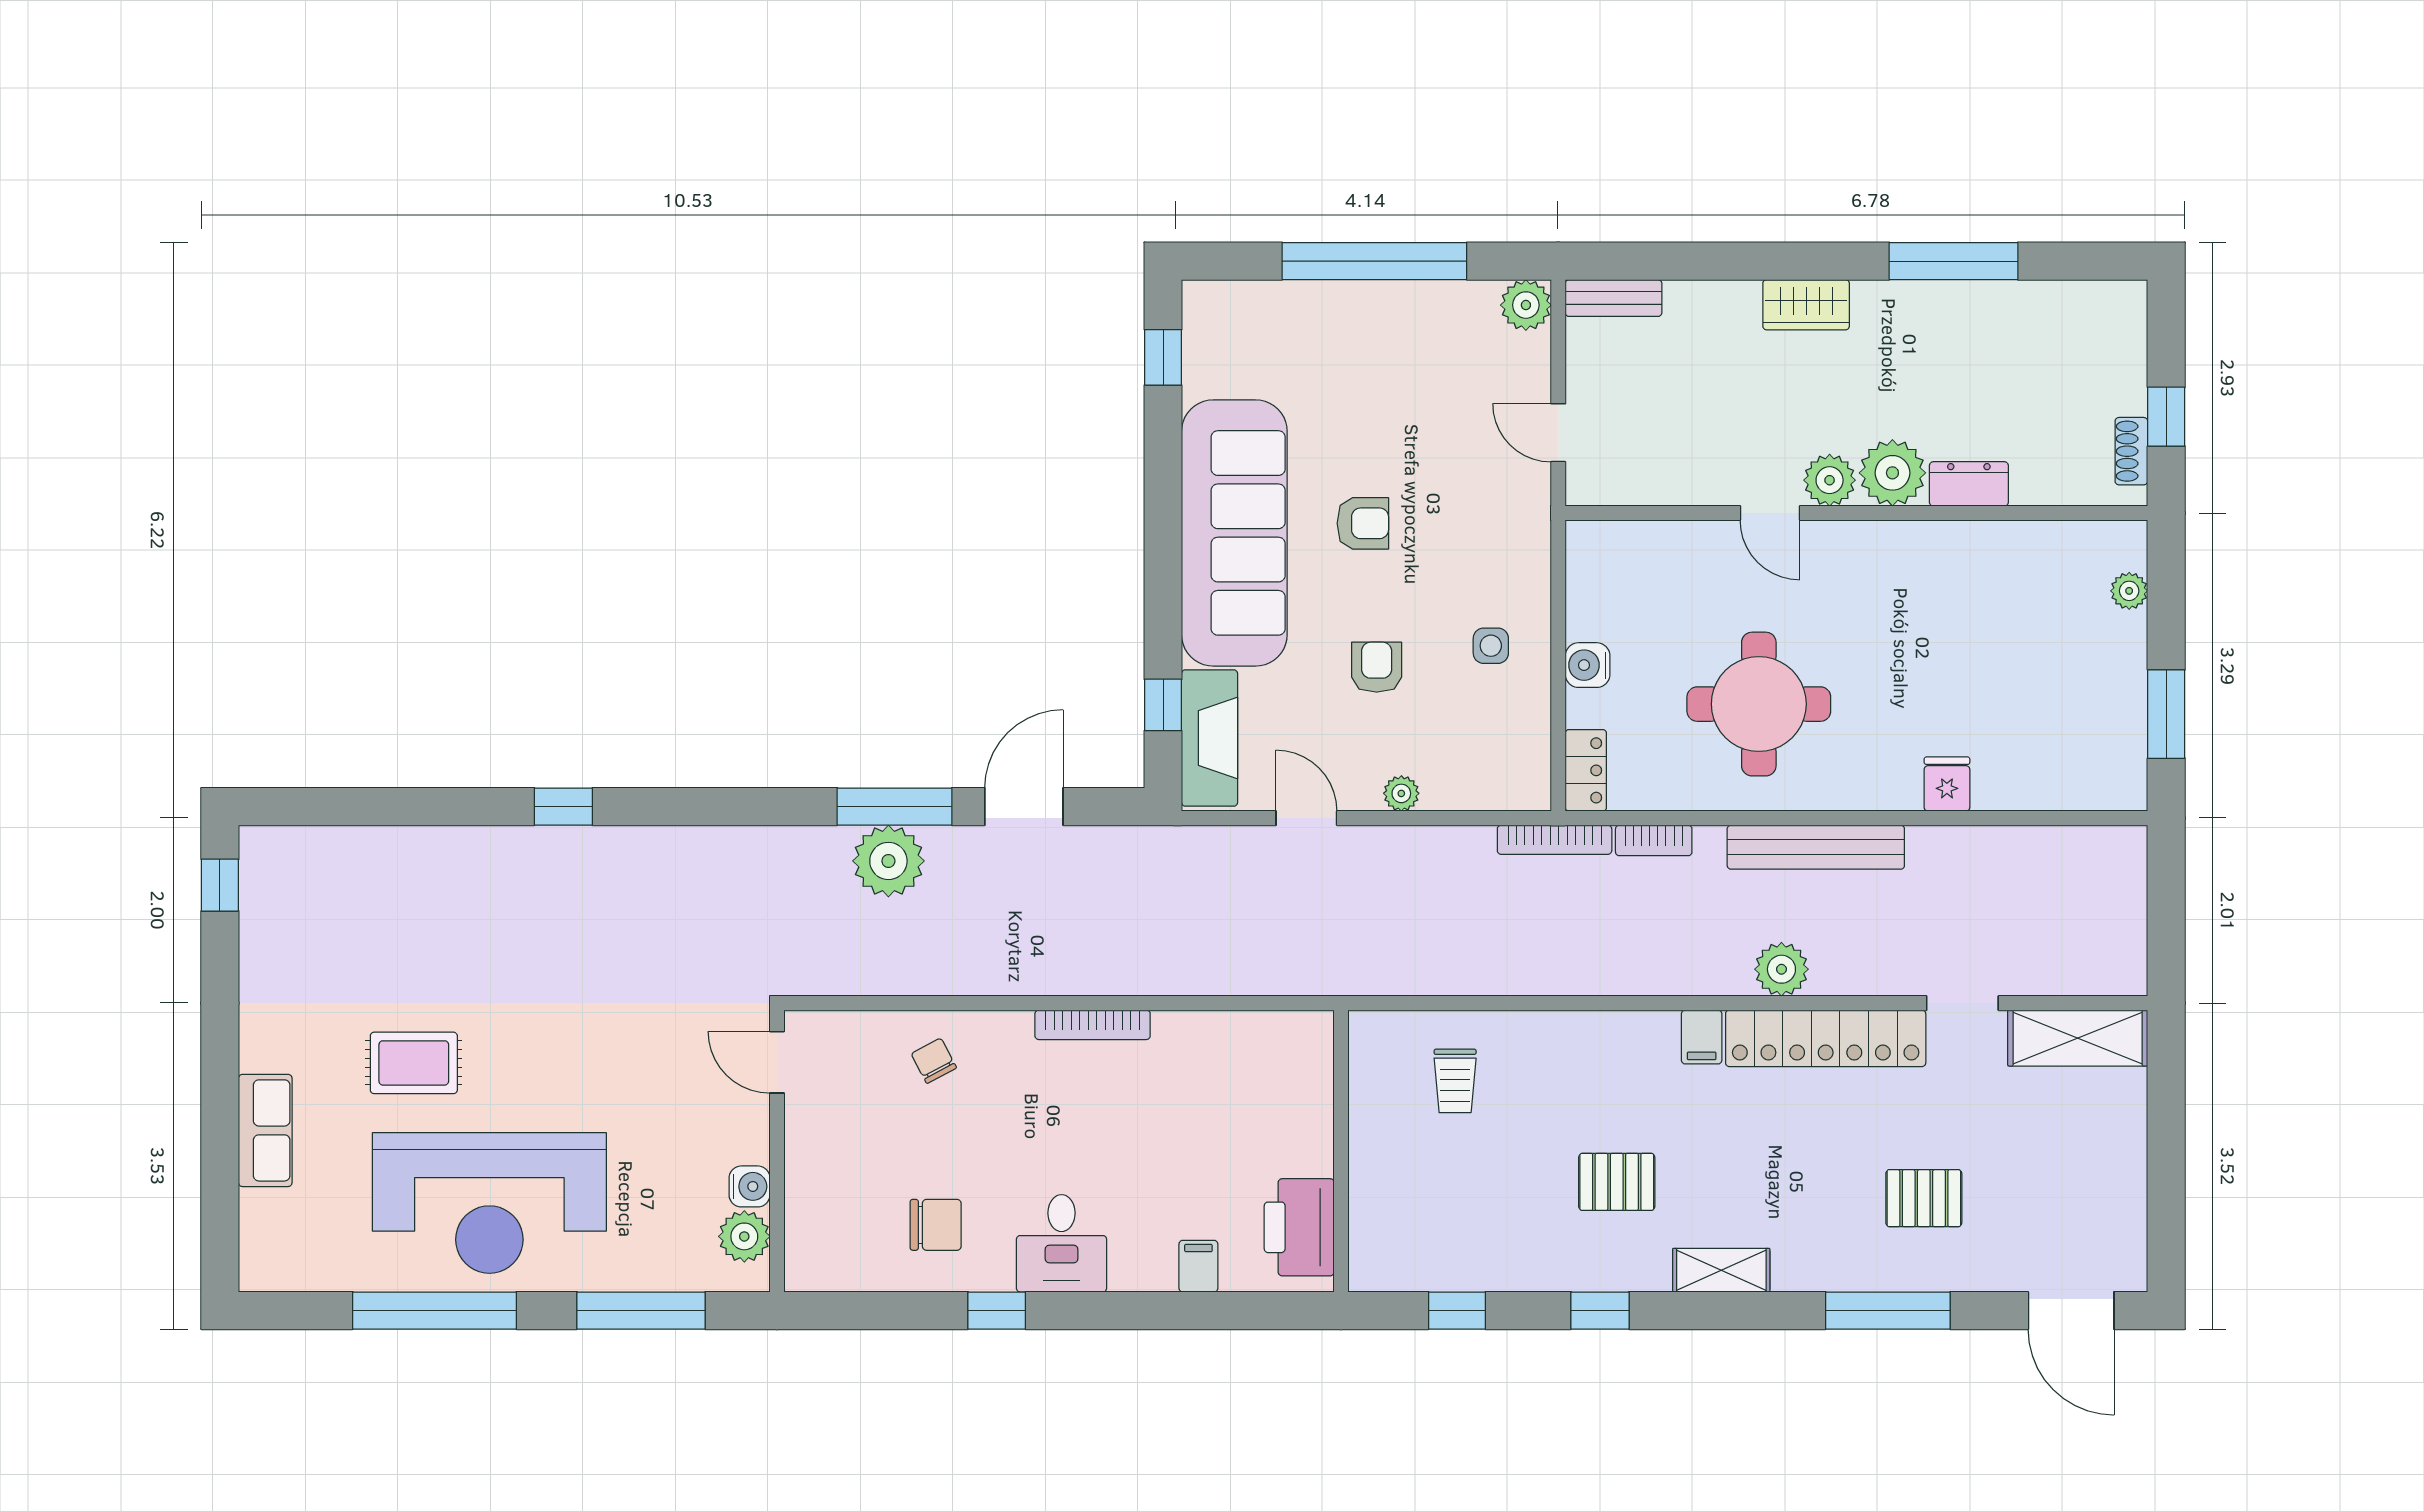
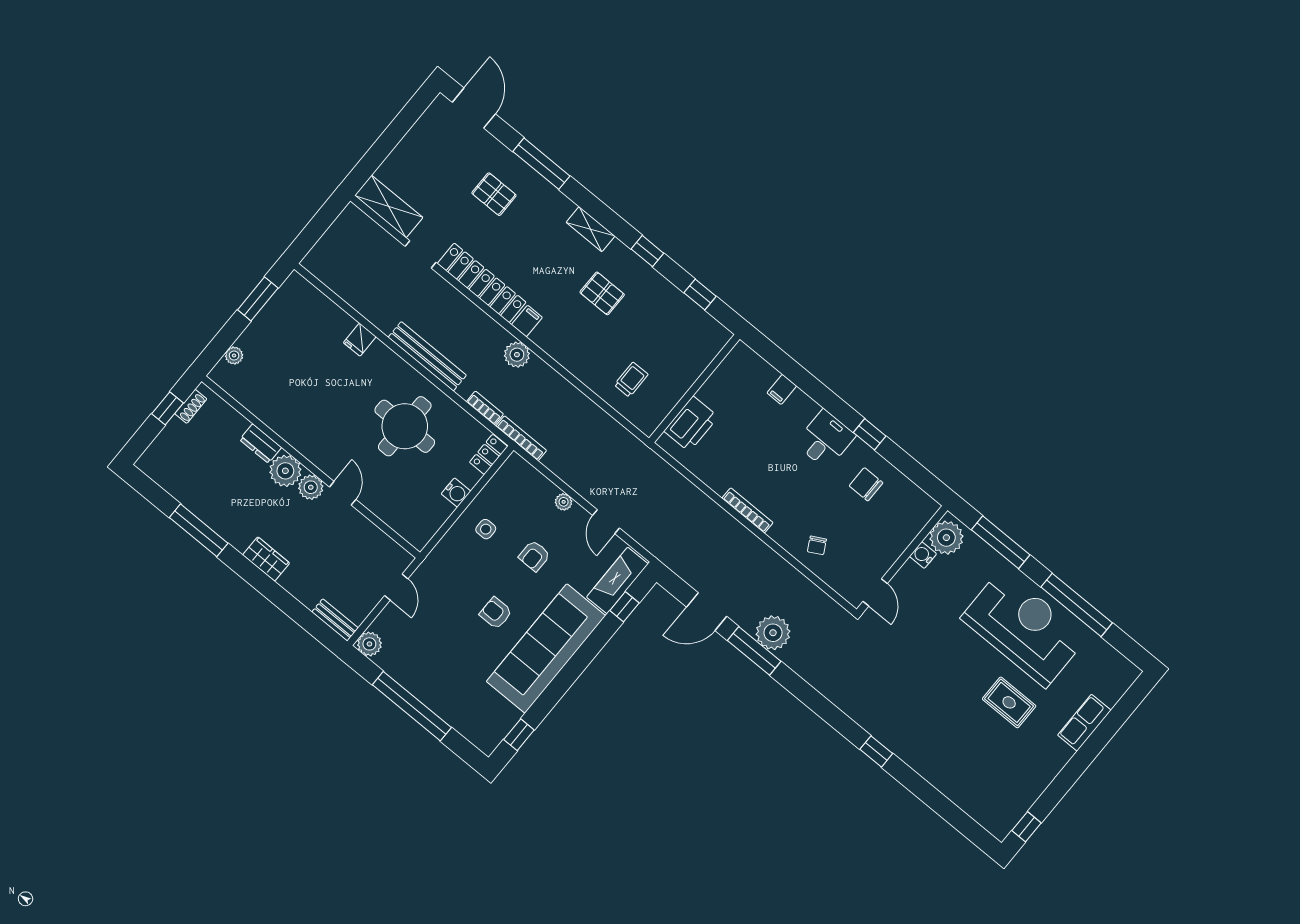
plant: (1781, 969) -> (517, 355), moved
printer: (1299, 1227) -> (691, 424), moved
plant: (744, 1236) -> (946, 538), width x1.36, depth x1.36

